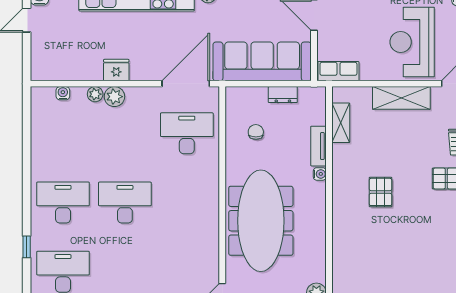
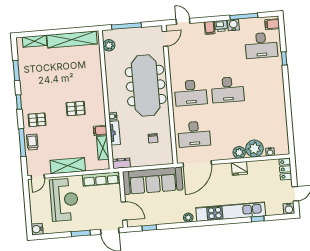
locker: (40, 62) -> (285, 169), added
row of seats: (338, 71) -> (101, 179), width x1.48
plant: (95, 94) -> (254, 149), width x1.87, depth x1.87
dresser: (283, 95) -> (121, 163), moved
filing cabinet: (342, 152) -> (100, 130), added
pallet: (381, 192) -> (76, 109), turned 90
desk: (63, 203) -> (191, 93), moved

